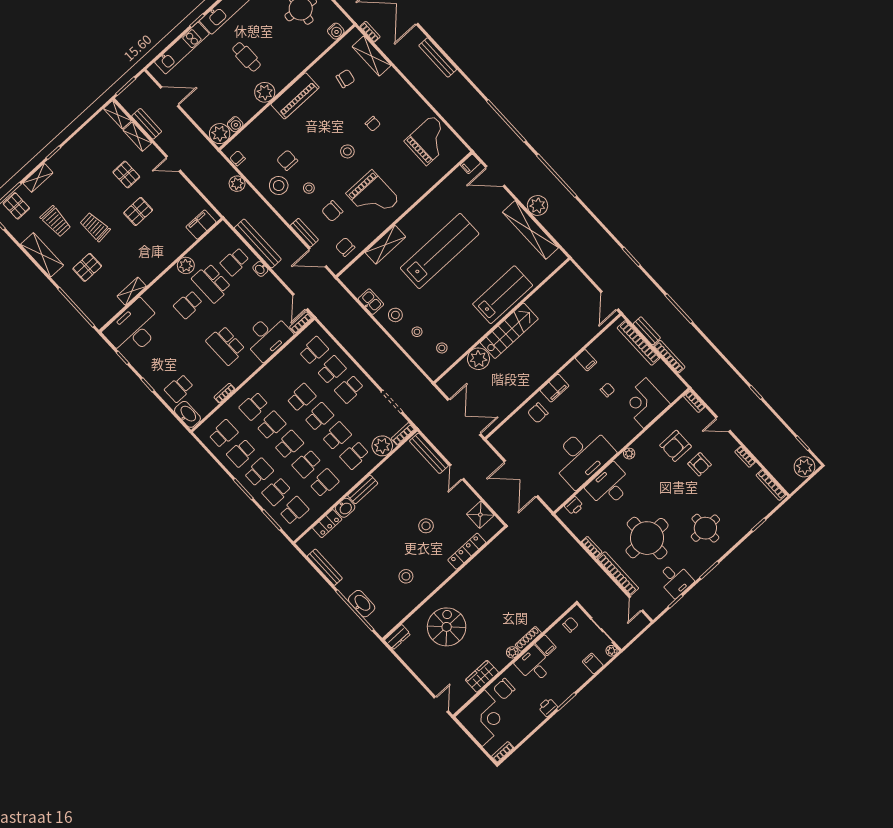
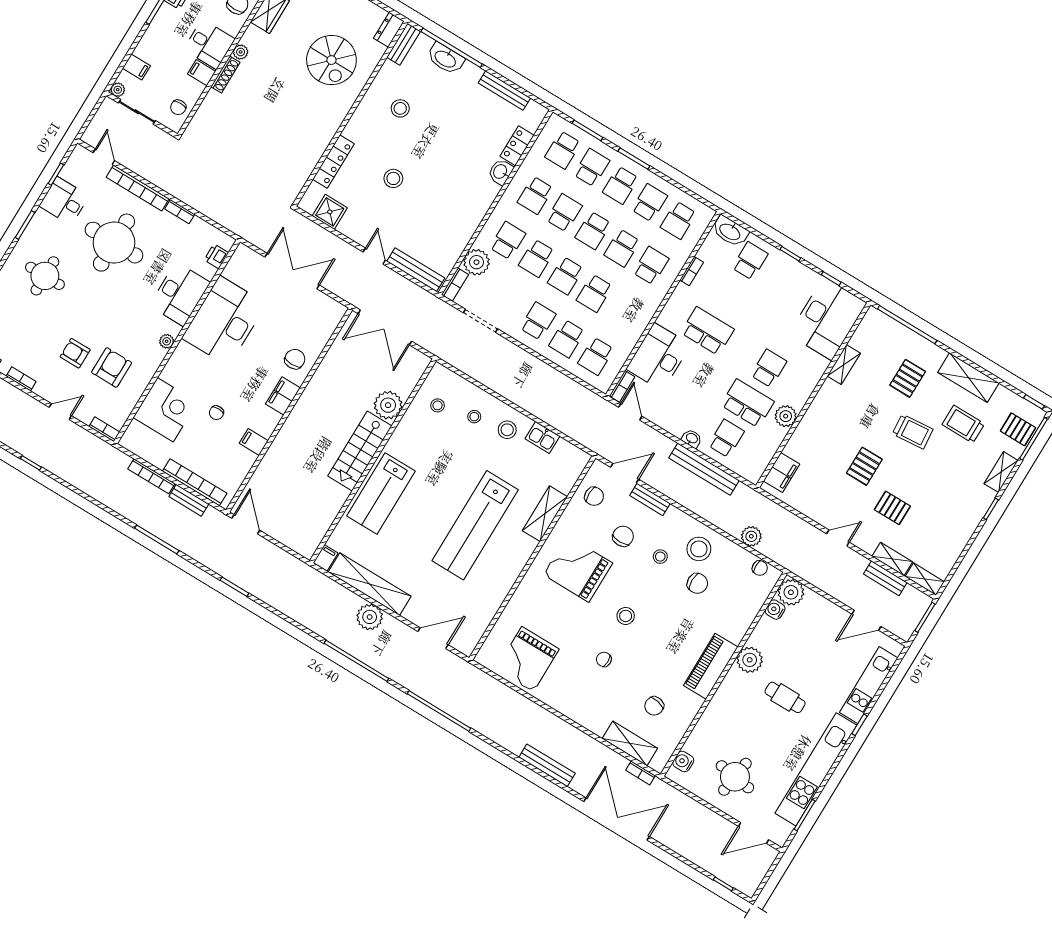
filing cabinet: (470, 164) -> (326, 558), moved
bench: (363, 489) -> (404, 44), moved

